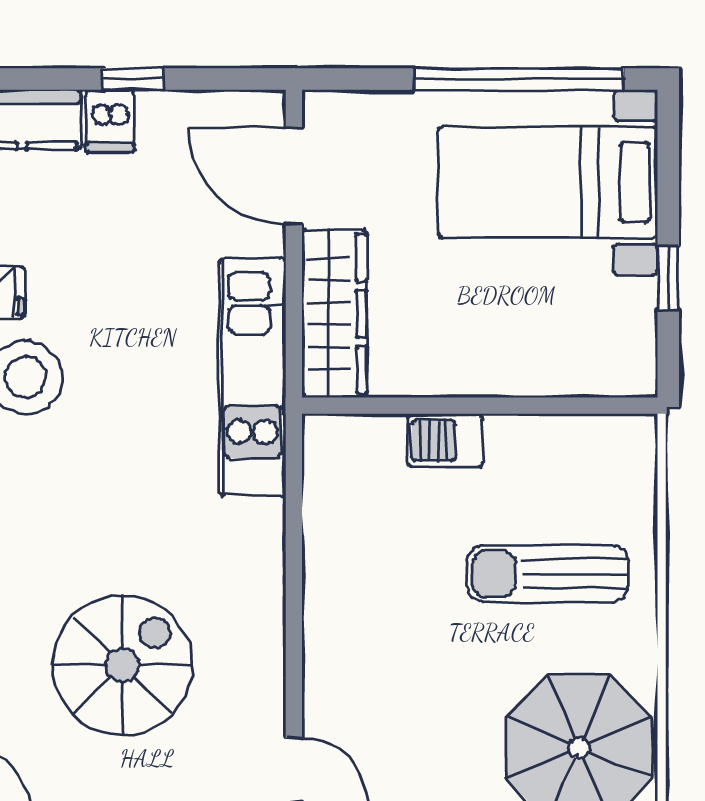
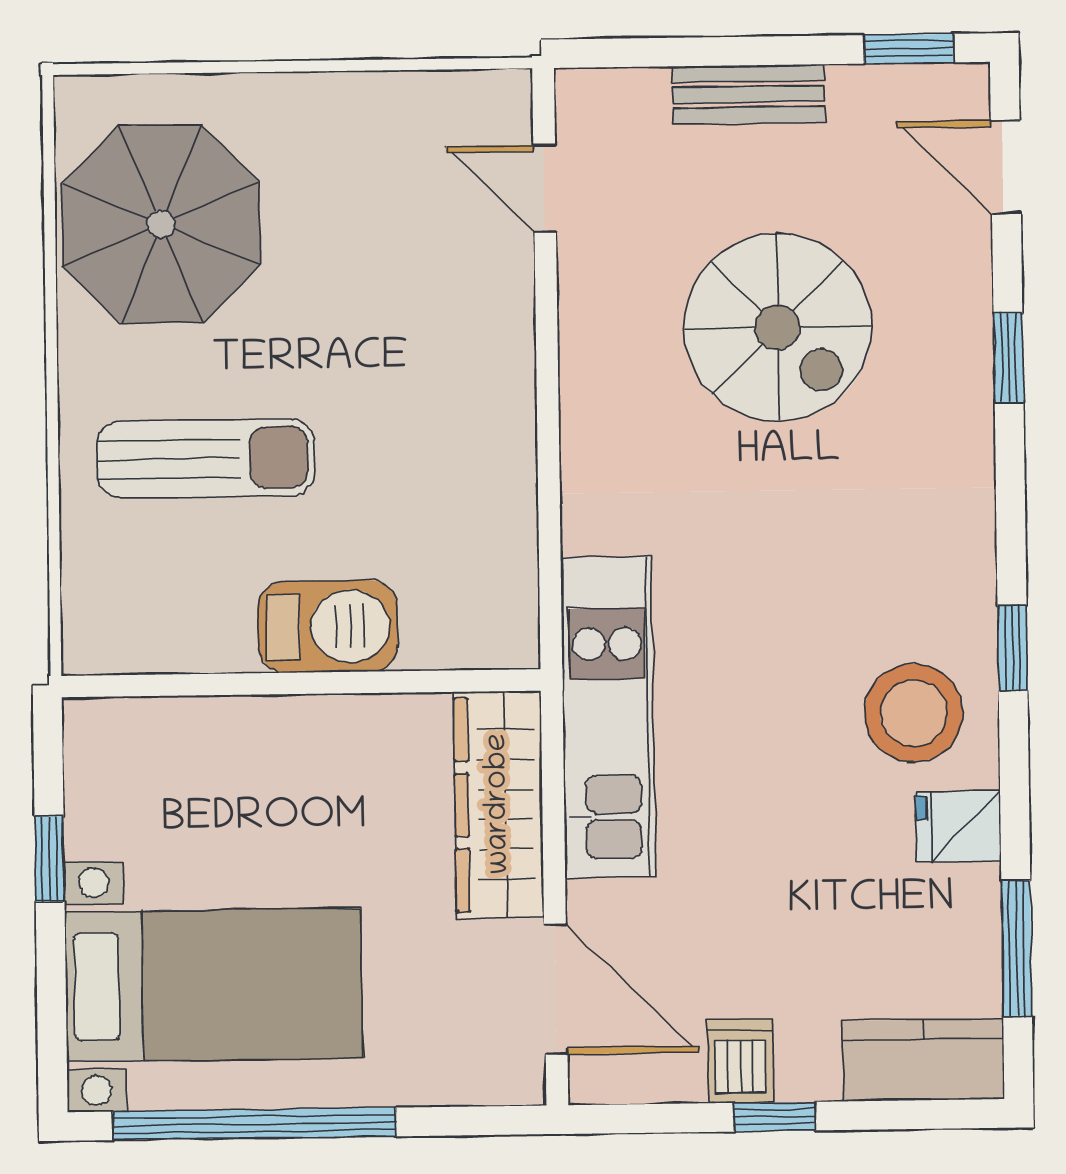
dishwasher: (110, 121) -> (740, 1061), moved
barbecue: (445, 440) -> (328, 626), width x1.38, depth x1.27
spiral stairs: (122, 665) -> (778, 327), turned -90

